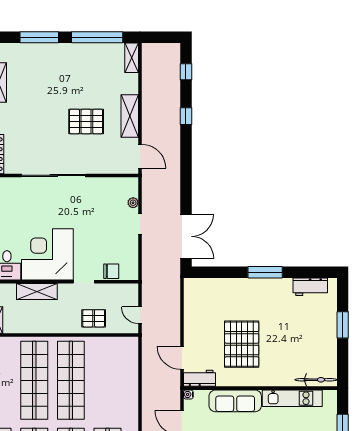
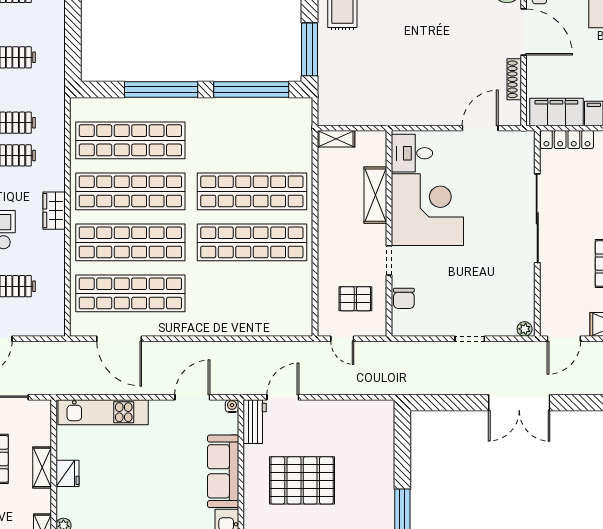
plant: (133, 203) -> (525, 329), moved
double door: (186, 236) -> (519, 403), moved
door: (140, 315) -> (342, 339), swing flipped
pallet: (94, 318) -> (355, 299), moved, turned 90

